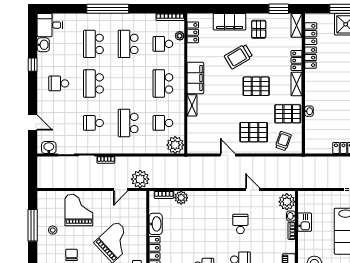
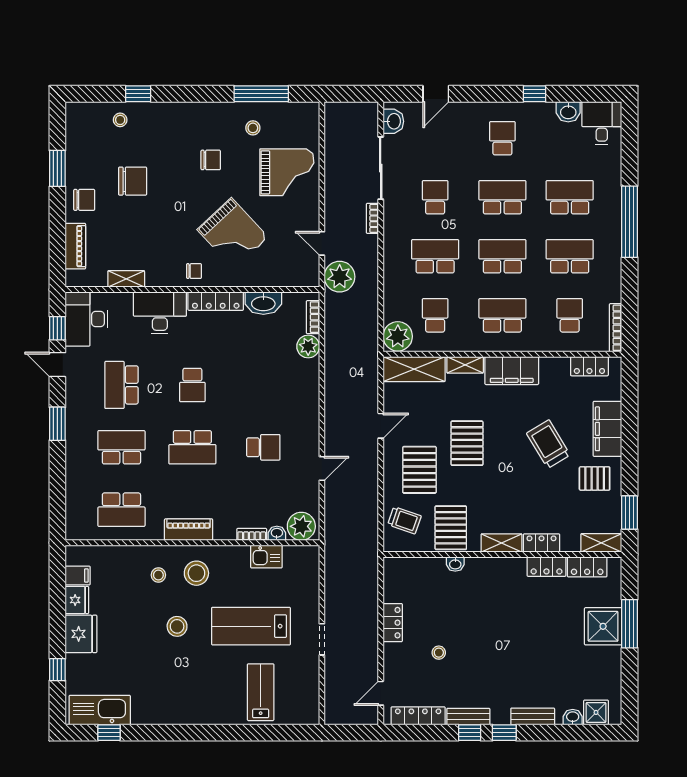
plant: (180, 36) -> (584, 344), removed
school desk: (128, 83) -> (502, 256), added
pallet: (256, 86) -> (467, 443), moved
shelving: (194, 135) -> (414, 369), added

